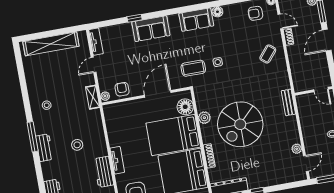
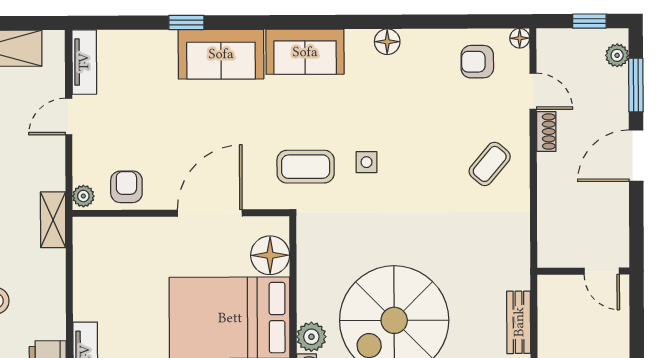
sofa: (196, 20) -> (305, 52), moved
shelving: (93, 97) -> (53, 220), moved
bench: (288, 102) -> (519, 322), moved
plant: (204, 118) -> (311, 337), moved

